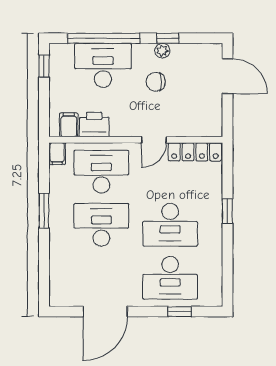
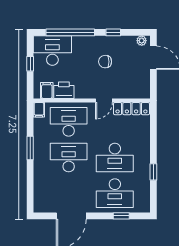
plant: (162, 51) -> (142, 41), moved
desk: (103, 65) -> (52, 51), moved
window: (44, 66) -> (30, 64), moved
window: (227, 211) -> (153, 172), moved

